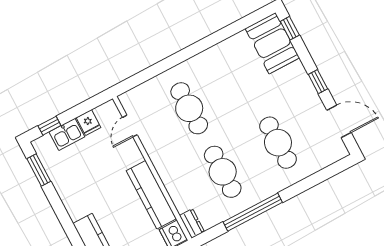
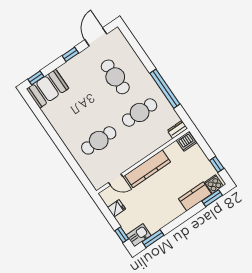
kitchen sink: (67, 134) -> (139, 235), moved, turned -90
cafe table: (278, 143) -> (115, 77), turned 90
kitchen counter: (151, 195) -> (148, 169), moved

